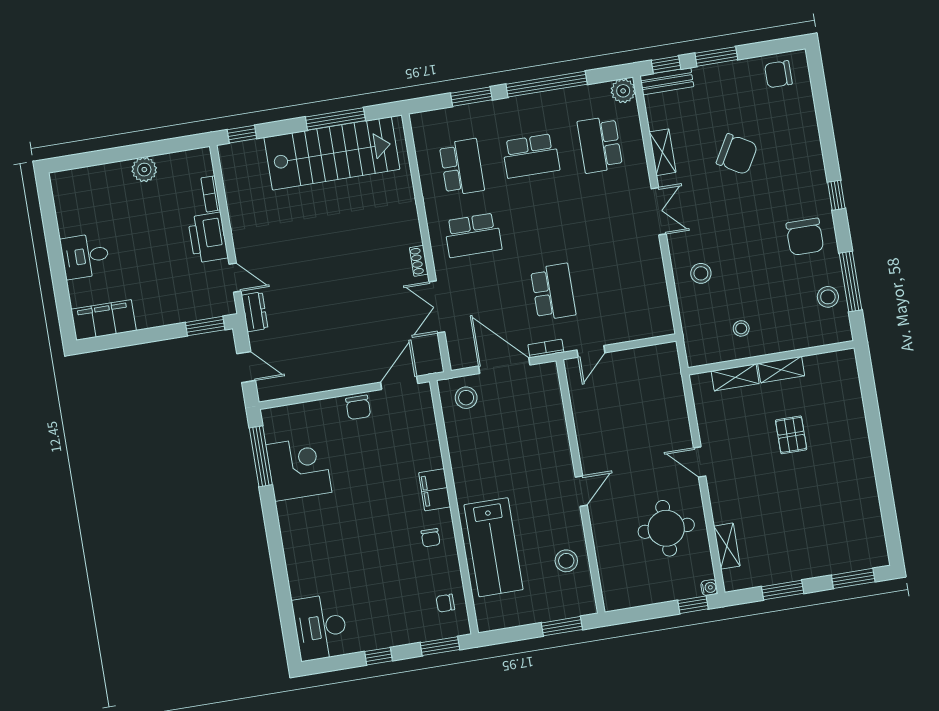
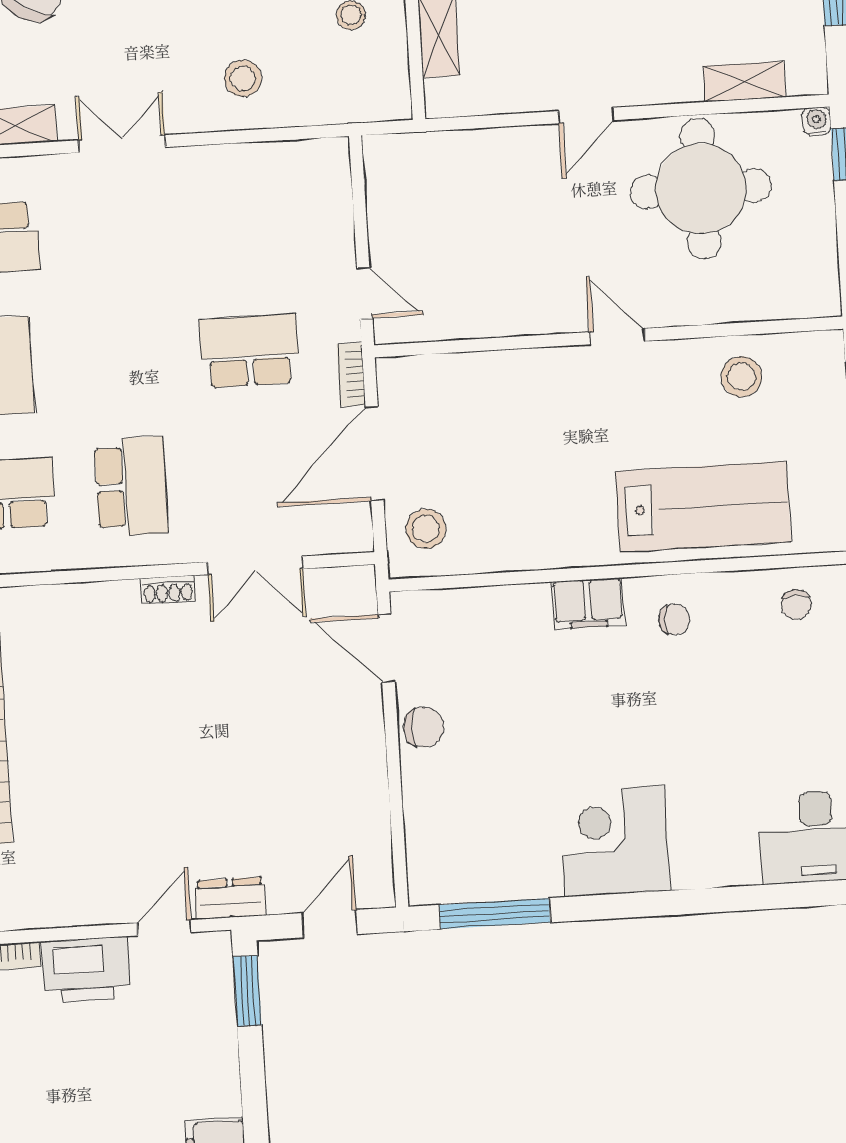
corner desk: (299, 468) -> (615, 841), moved
round table: (666, 528) -> (701, 189), width x1.36, depth x1.36

